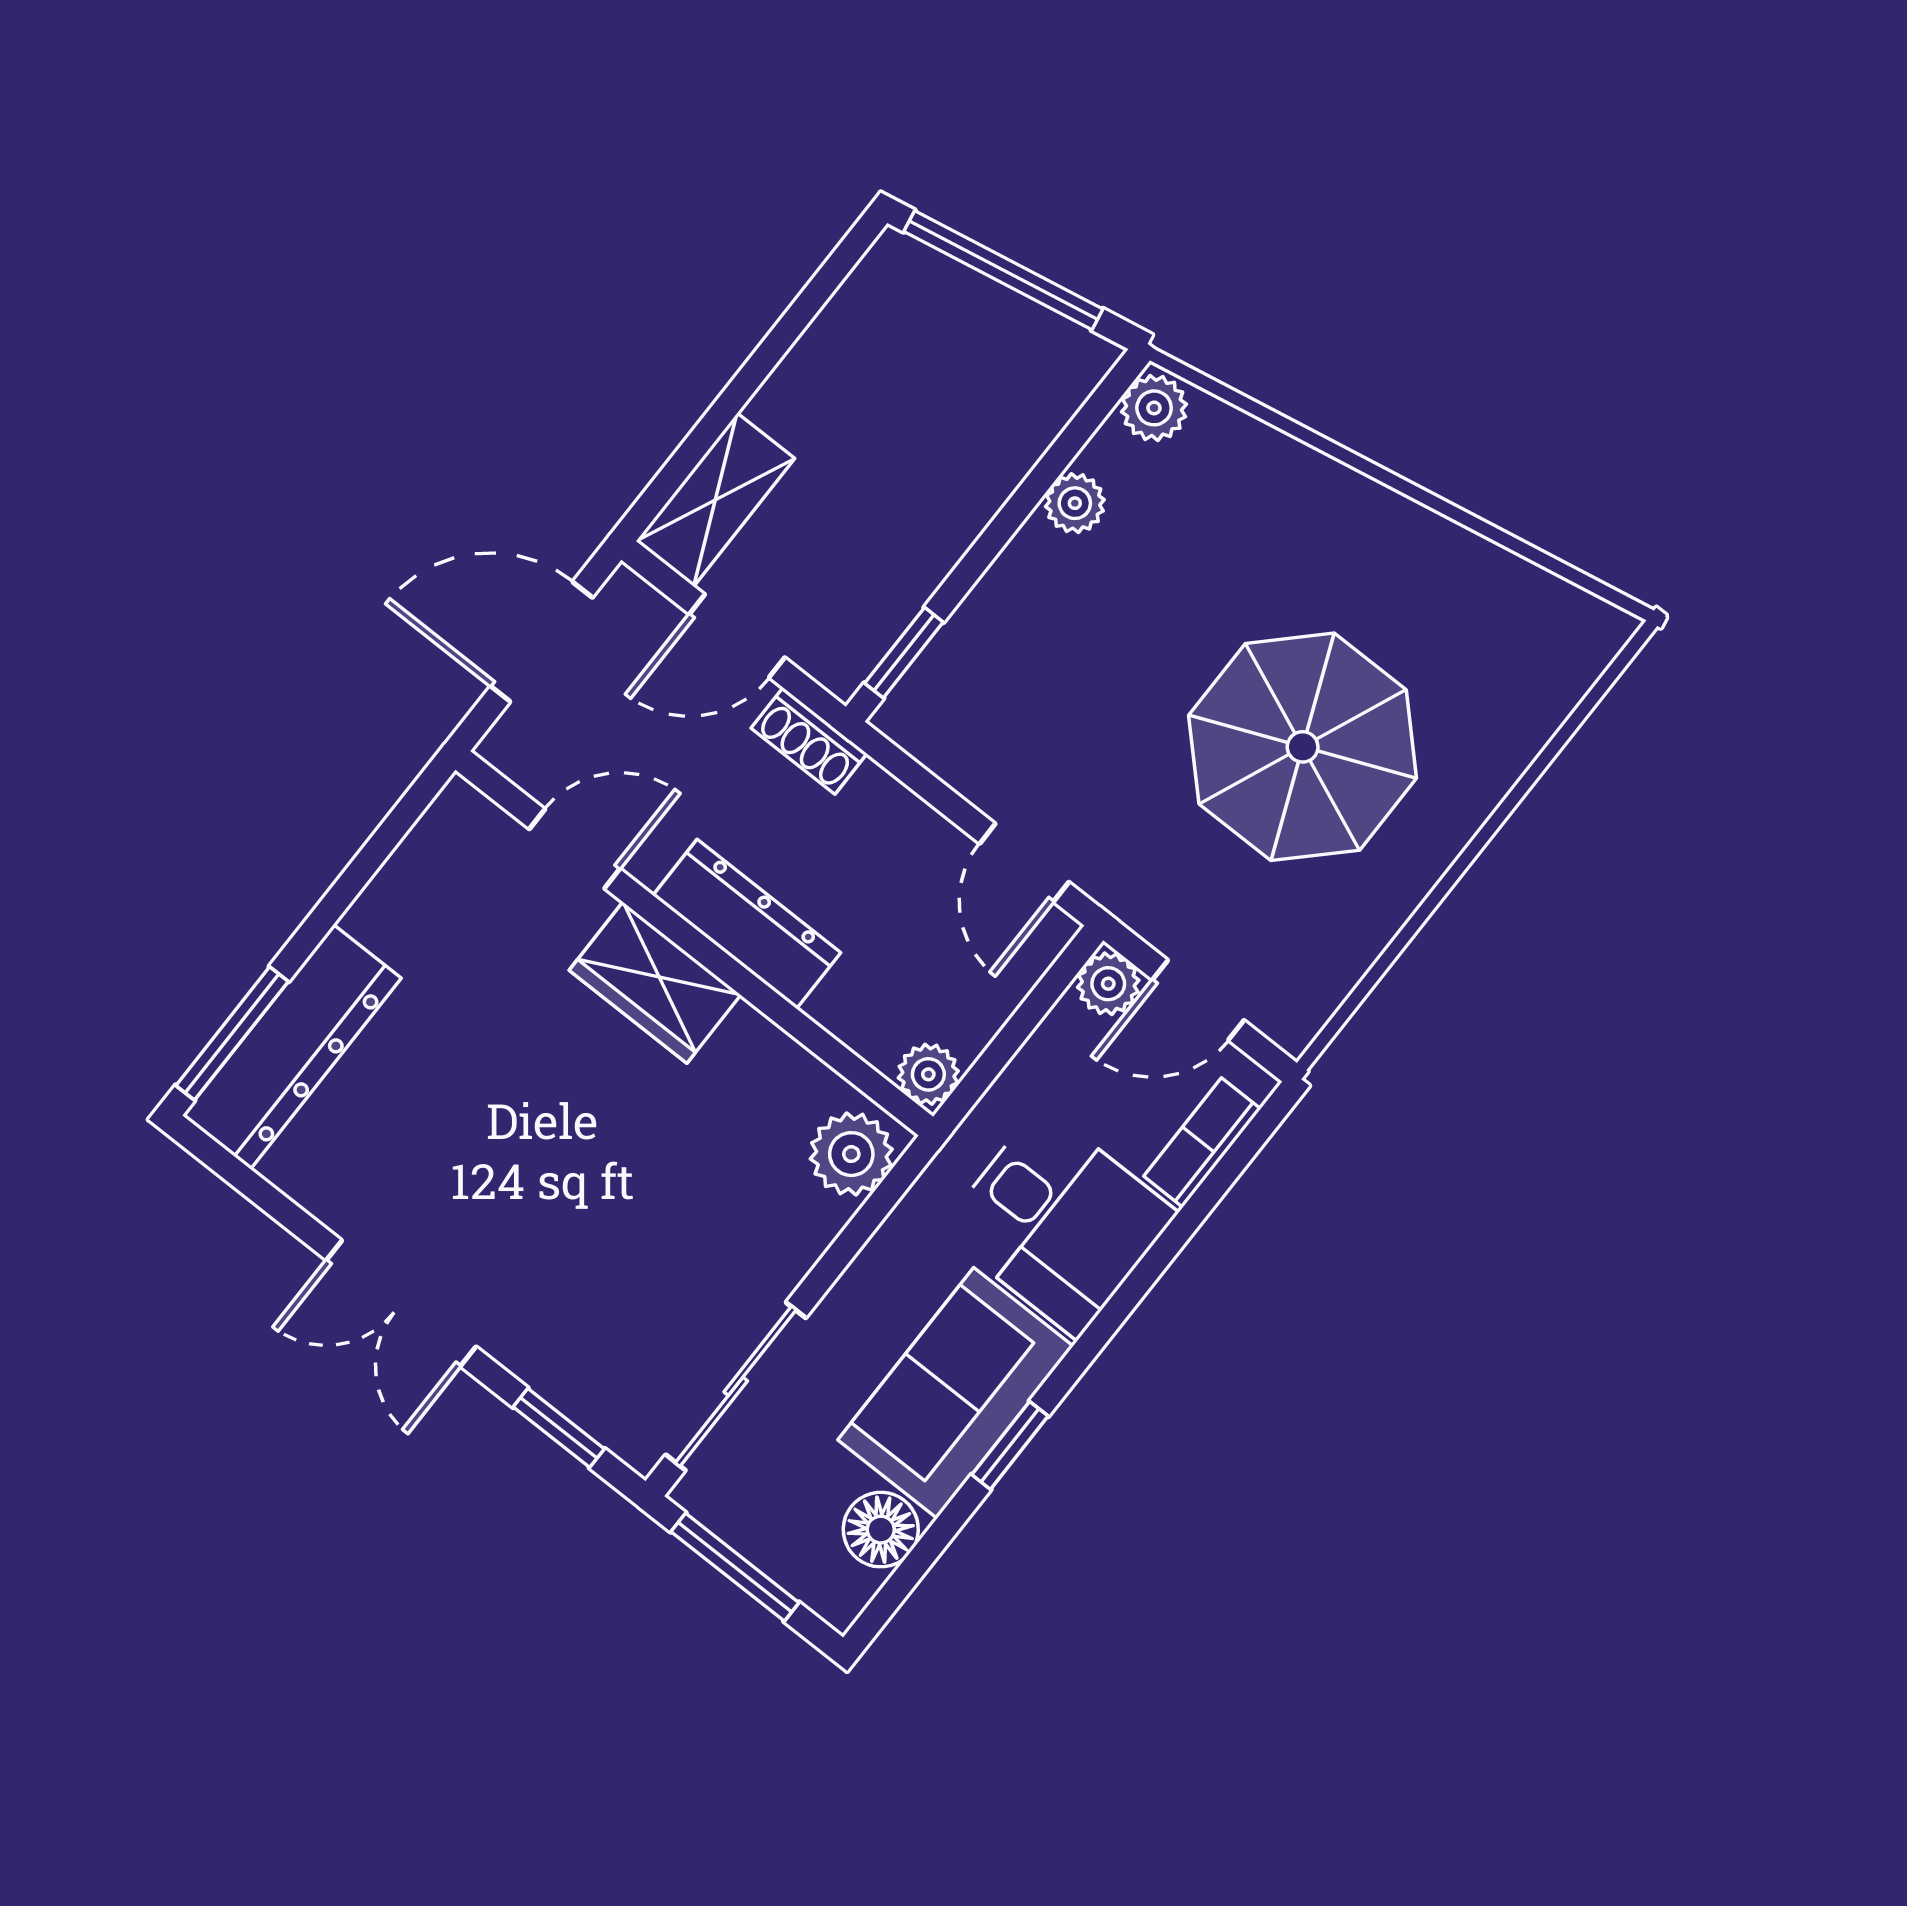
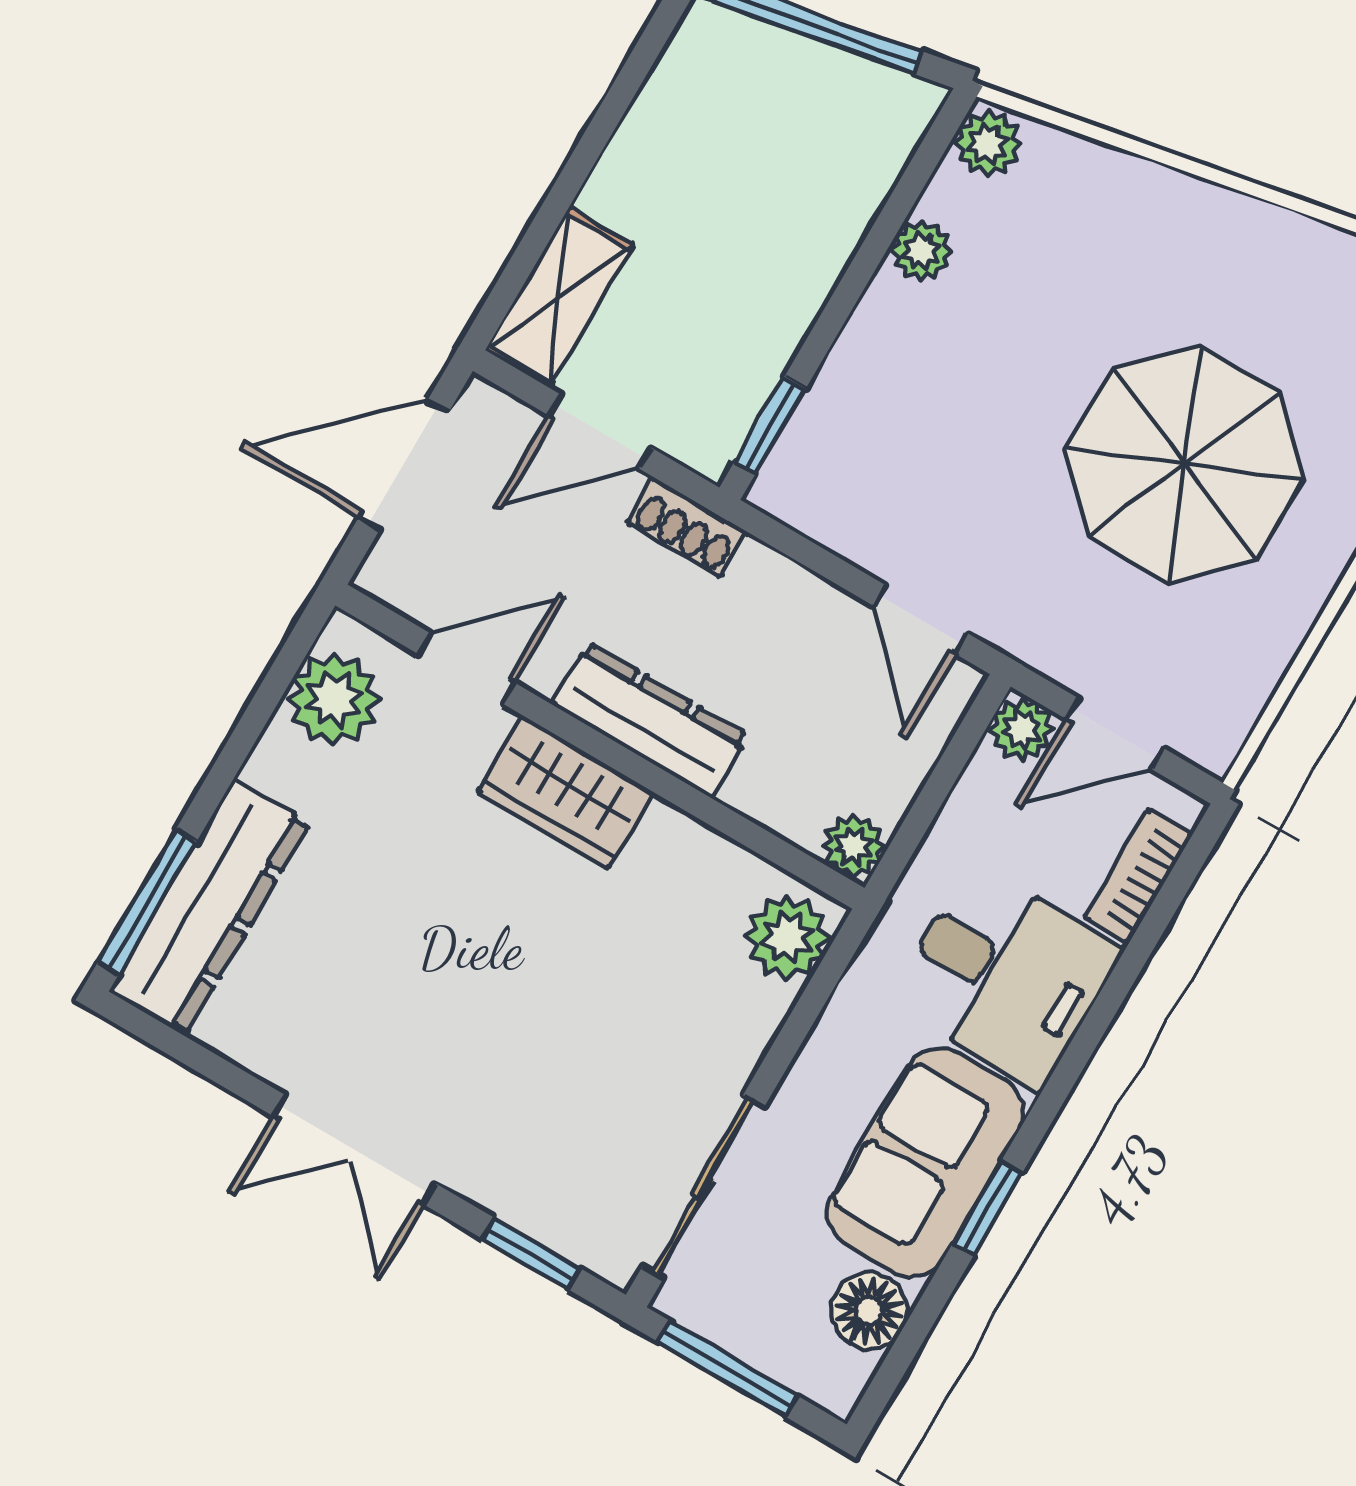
plant: (441, 861) -> (334, 699), added

